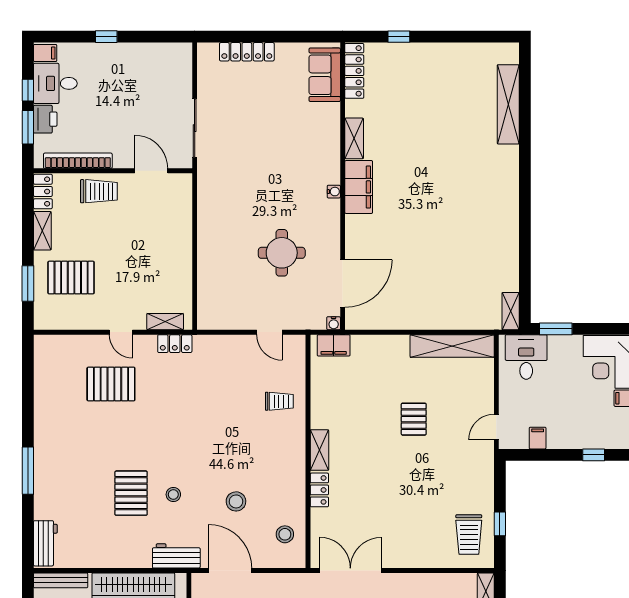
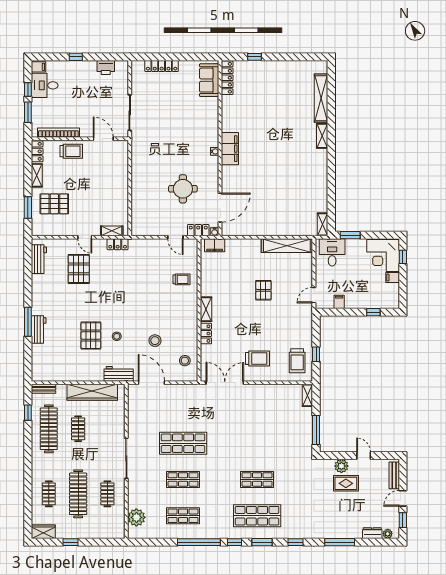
printer: (45, 119) -> (106, 67), moved, turned 90
shelving: (354, 138) -> (322, 136), moved
locker: (307, 321) -> (198, 230), added
workbench: (46, 368) -> (39, 259), added
pallet: (111, 384) -> (79, 269), turned 90
trolley: (404, 531) -> (257, 359), added
workbench: (45, 543) -> (39, 329), moved
bench: (61, 580) -> (44, 389), width x0.73

